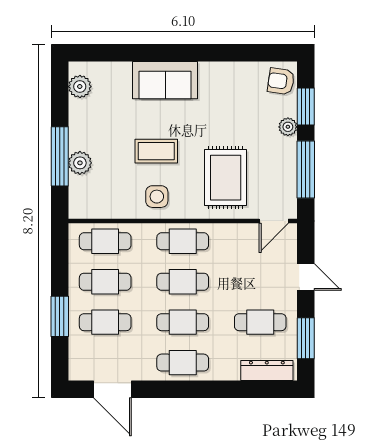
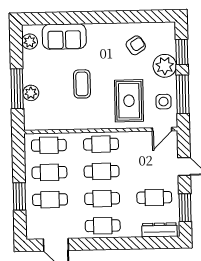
sofa: (165, 80) -> (64, 36), moved
armchair: (281, 81) -> (136, 45), moved, turned 139
plant: (288, 127) -> (165, 66), width x1.88, depth x1.88
coffee table: (156, 151) -> (82, 84), turned 90
side table: (157, 197) -> (164, 102), moved

